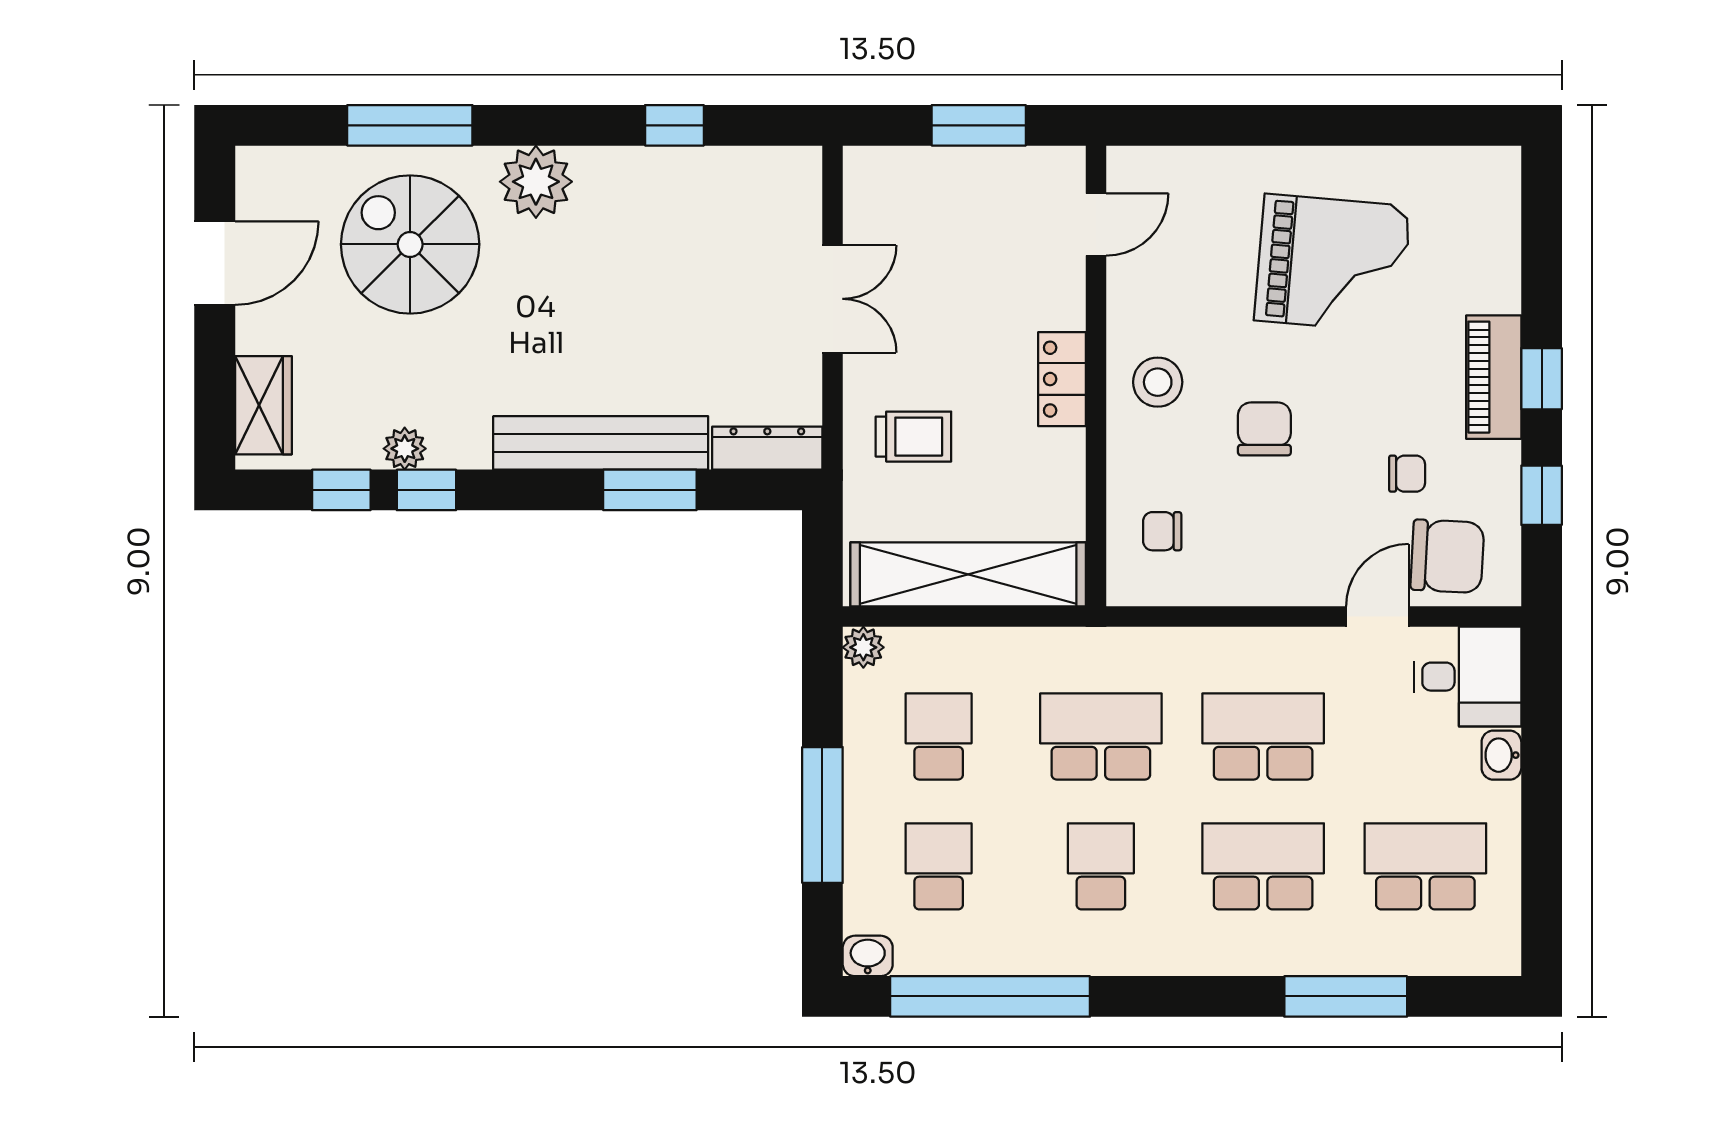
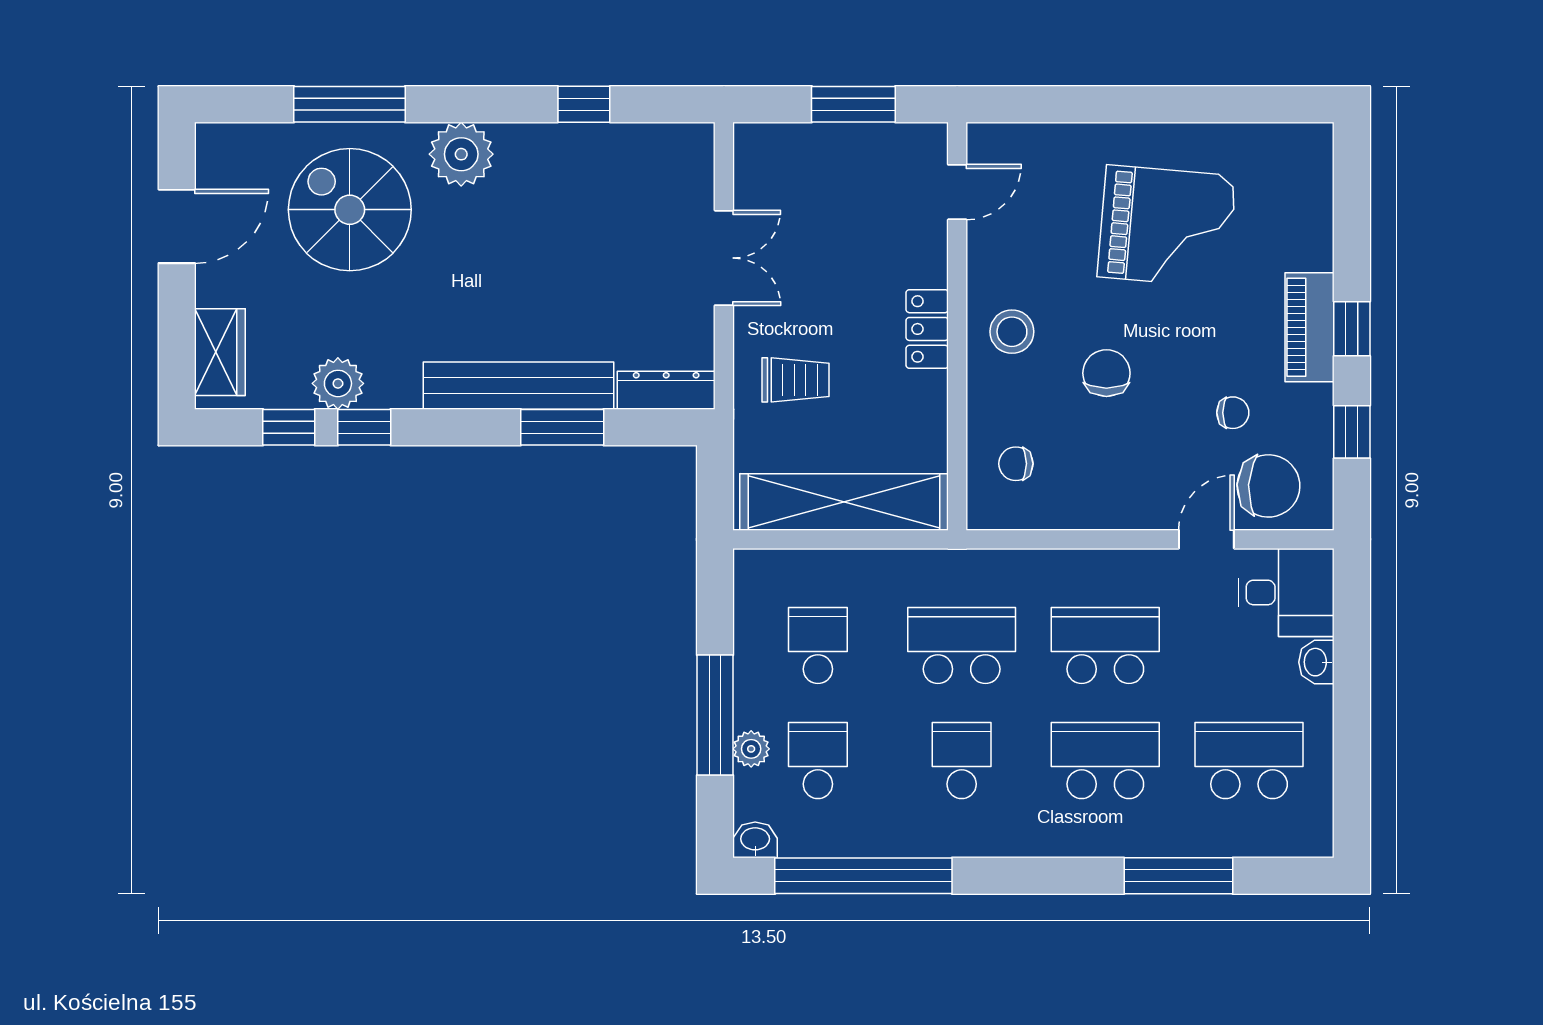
plant: (405, 449) -> (338, 383), width x1.38, depth x1.38
plant: (863, 647) -> (751, 749), moved

